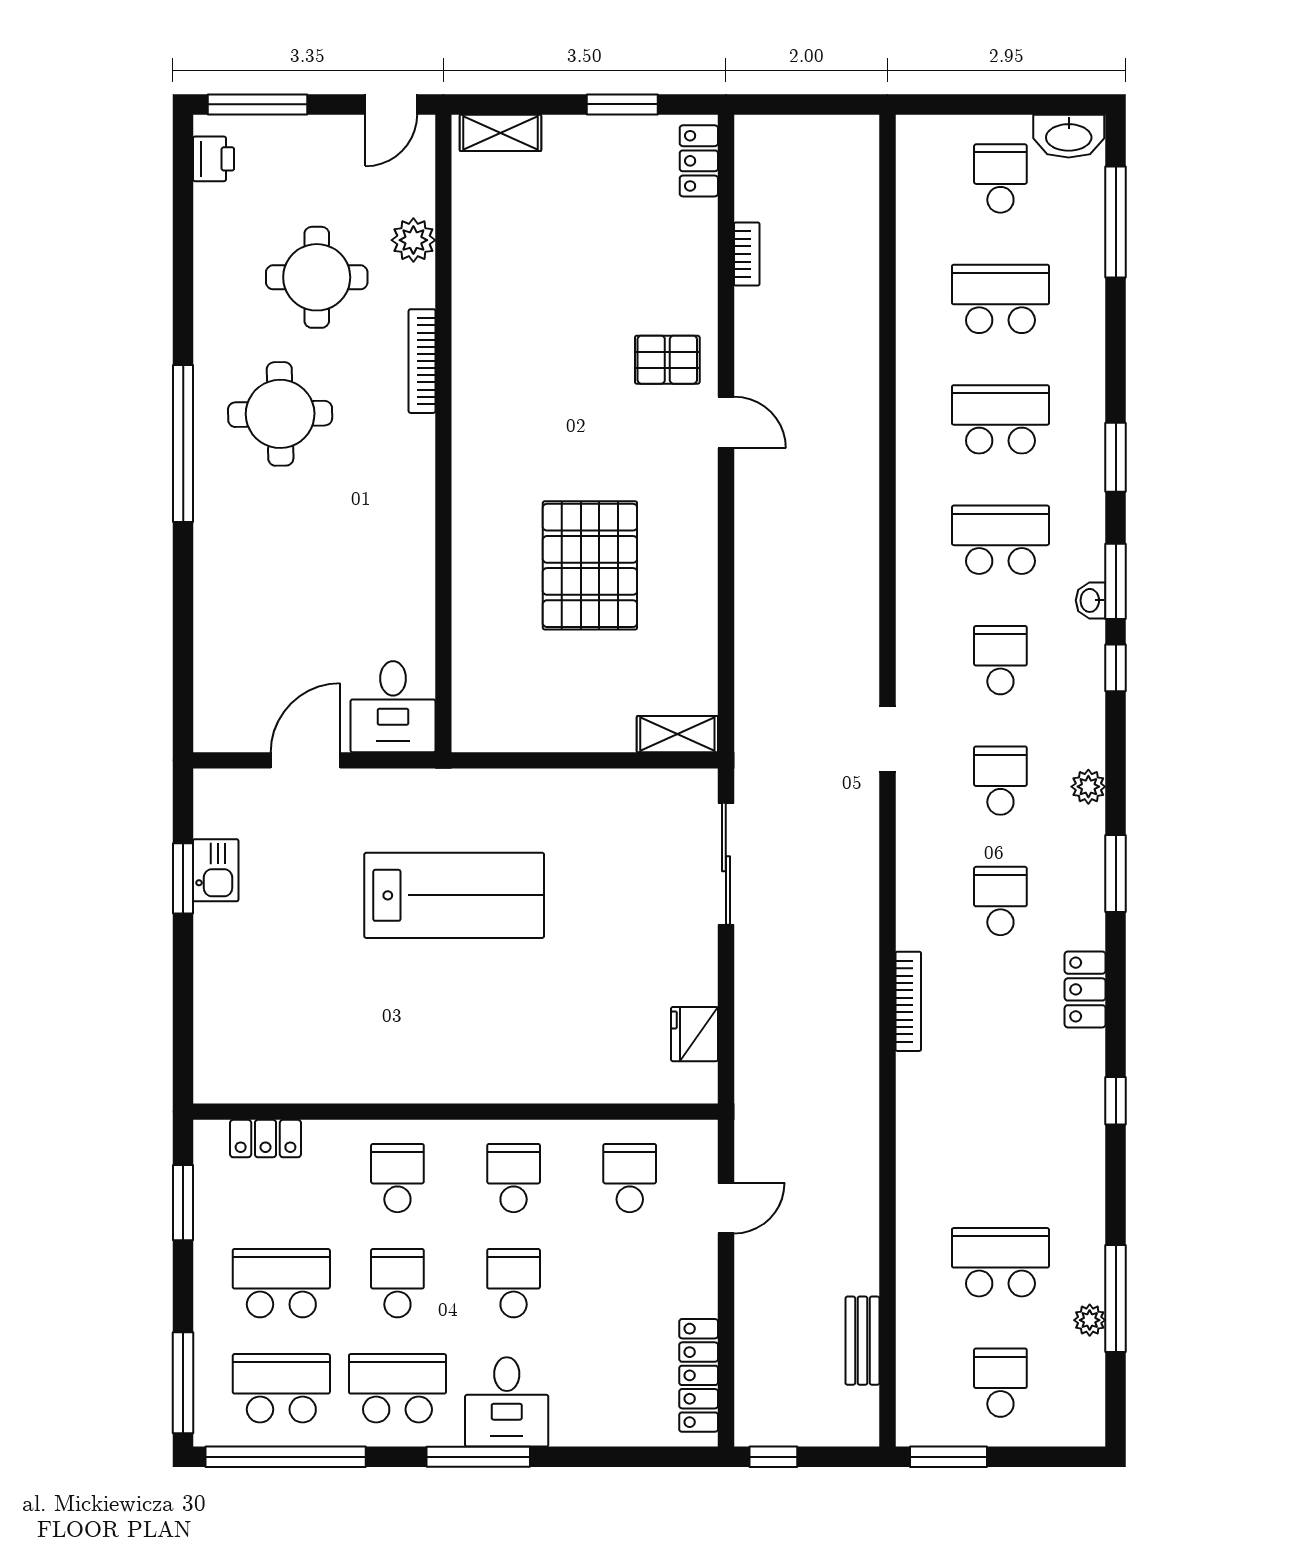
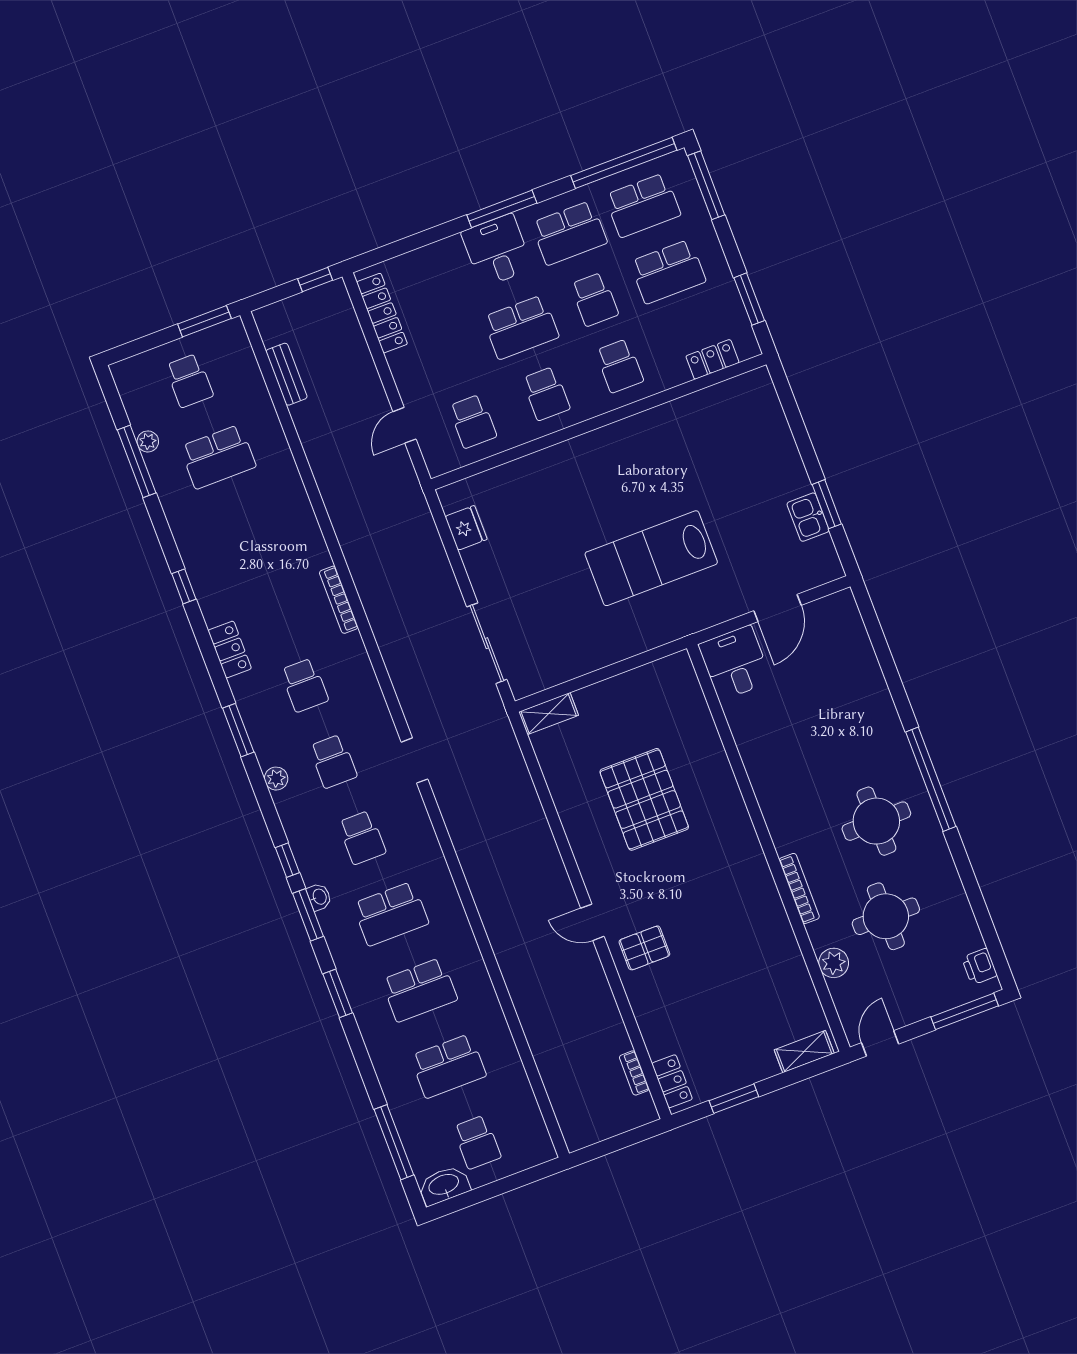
bookcase: (747, 254) -> (634, 1073), moved
school desk: (514, 1283) -> (521, 327), width x1.85

